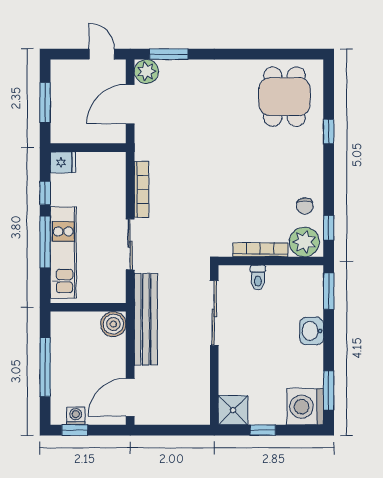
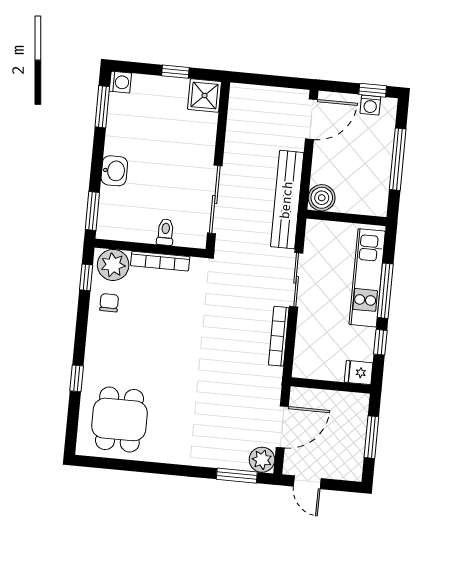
washing machine: (305, 407) -> (120, 82), width x0.53, depth x0.53

